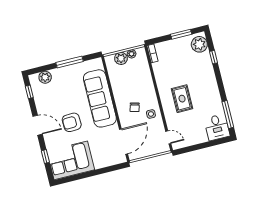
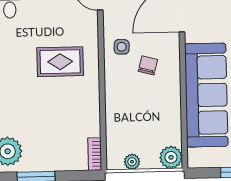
plant: (121, 58) -> (171, 157), moved
rug: (182, 99) -> (60, 62), turned 90

